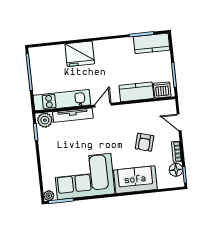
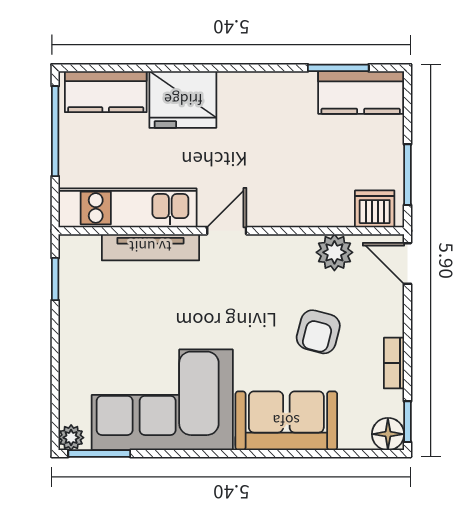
kitchen counter: (136, 92) -> (106, 92), moved, turned 180
plant: (45, 120) -> (334, 252), moved
door: (179, 122) -> (407, 263), moved
floor lamp: (176, 170) -> (388, 434), moved

